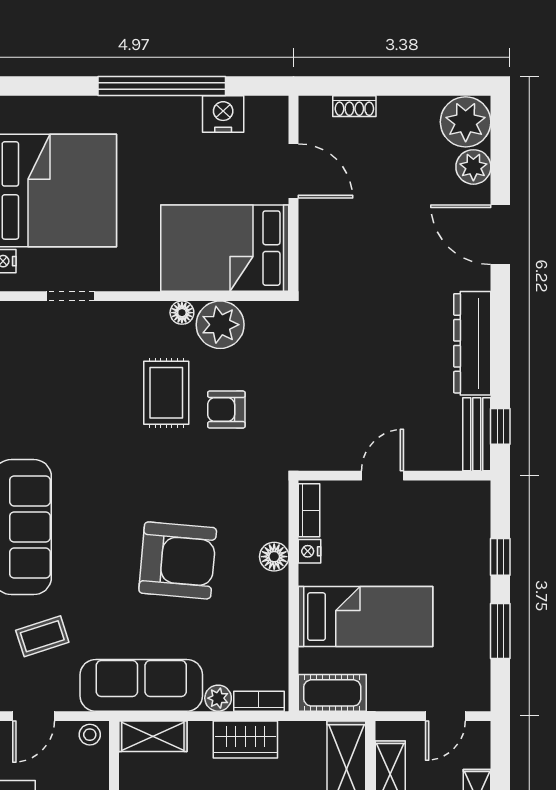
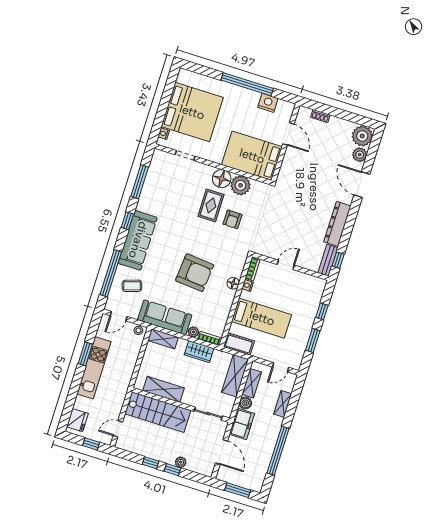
floor lamp: (182, 313) -> (222, 179), width x1.89, depth x1.89
armchair: (226, 410) -> (232, 219), turned -89

